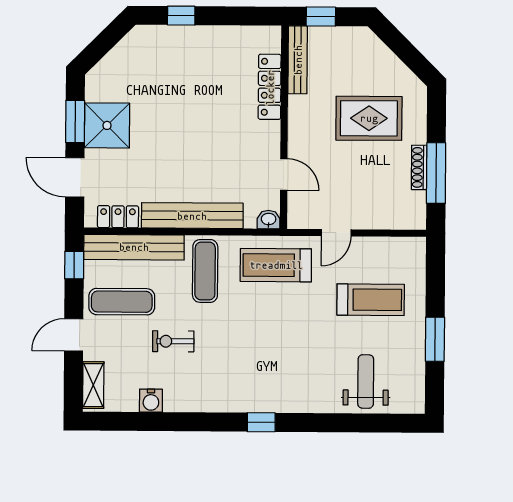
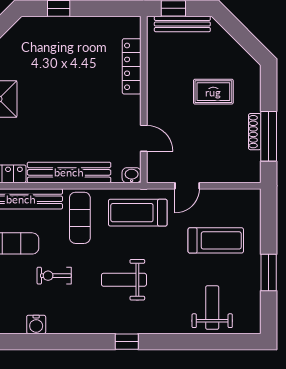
bench: (298, 60) -> (182, 24), moved, turned 90
rug: (369, 118) -> (213, 92), width x0.73, depth x0.70
weight bench: (258, 347) -> (124, 280), added

